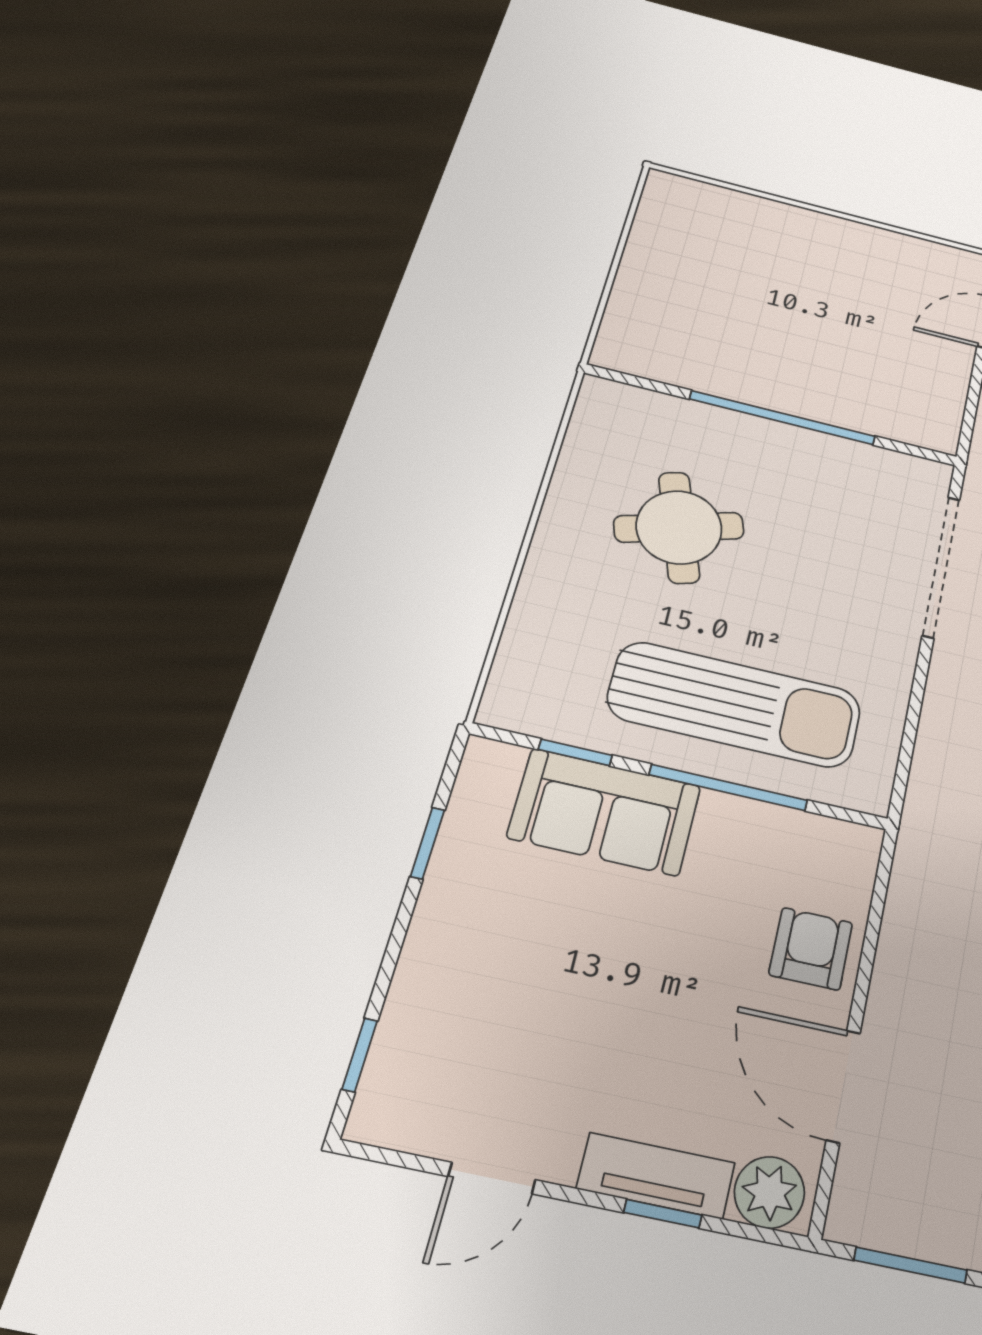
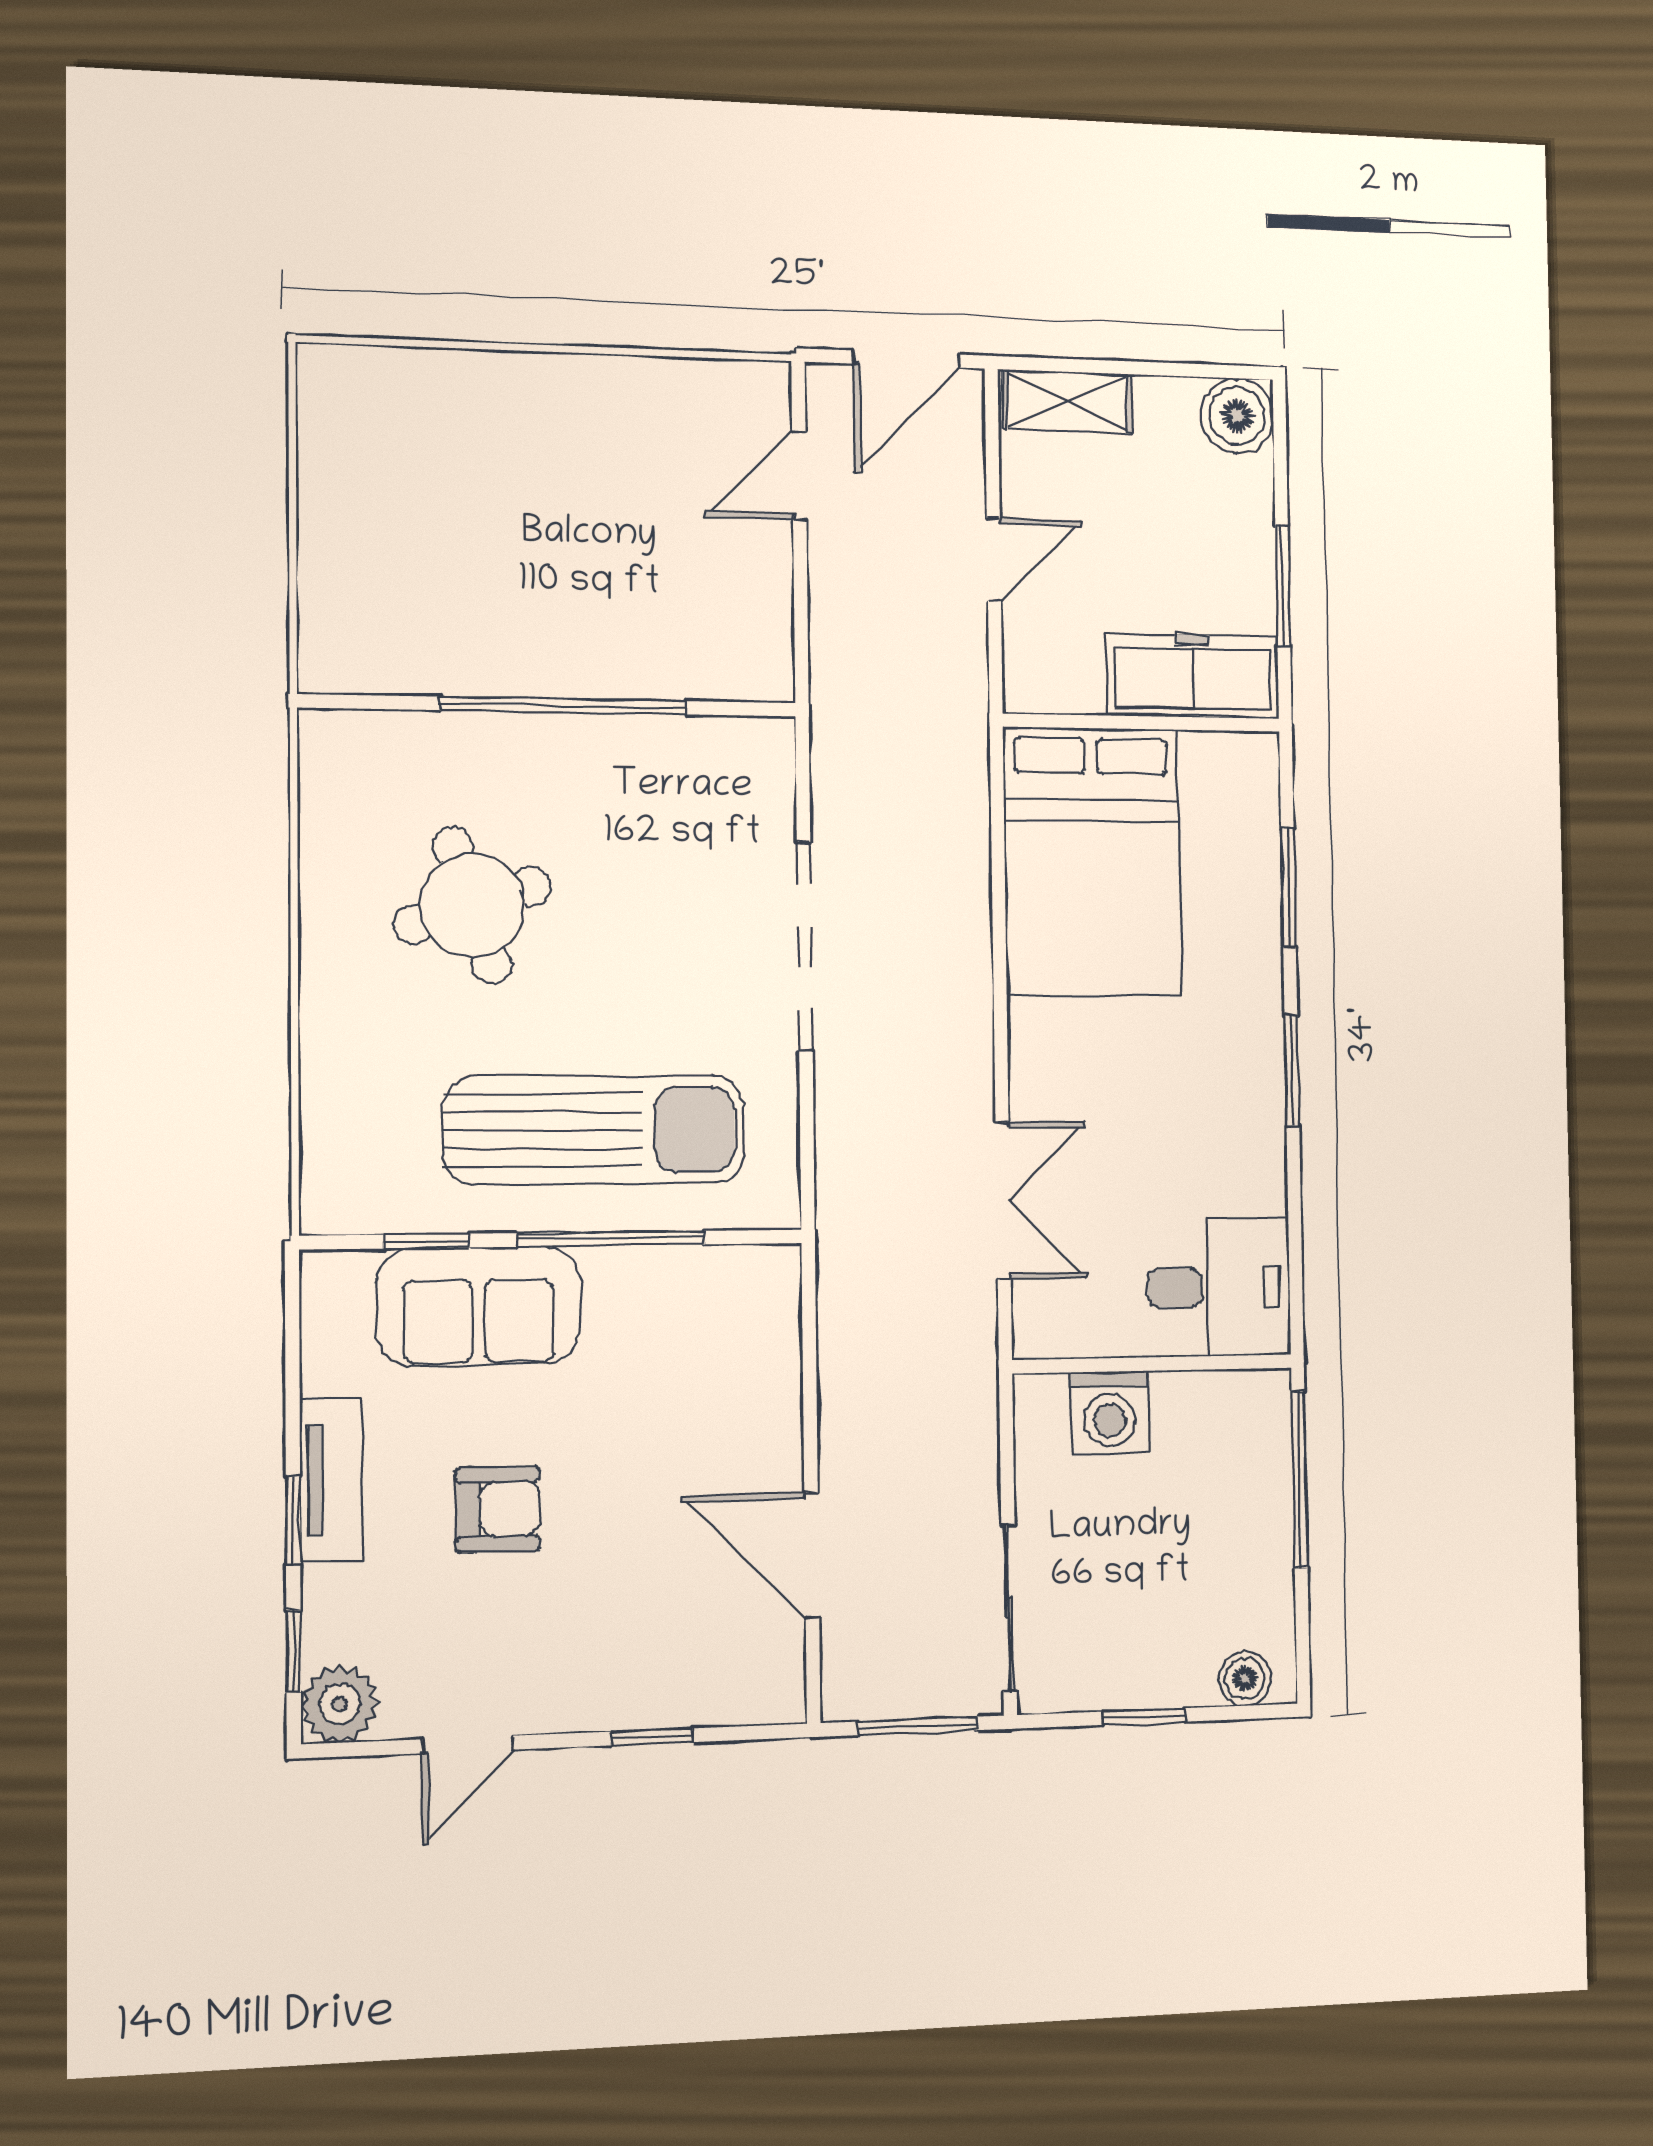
doorway: (941, 566) -> (805, 947), moved
window: (427, 843) -> (293, 1520), moved
armchair: (811, 949) -> (498, 1509), moved, turned 90
tv unit: (656, 1176) -> (331, 1480), moved, turned 90
plant: (769, 1192) -> (340, 1704), moved

